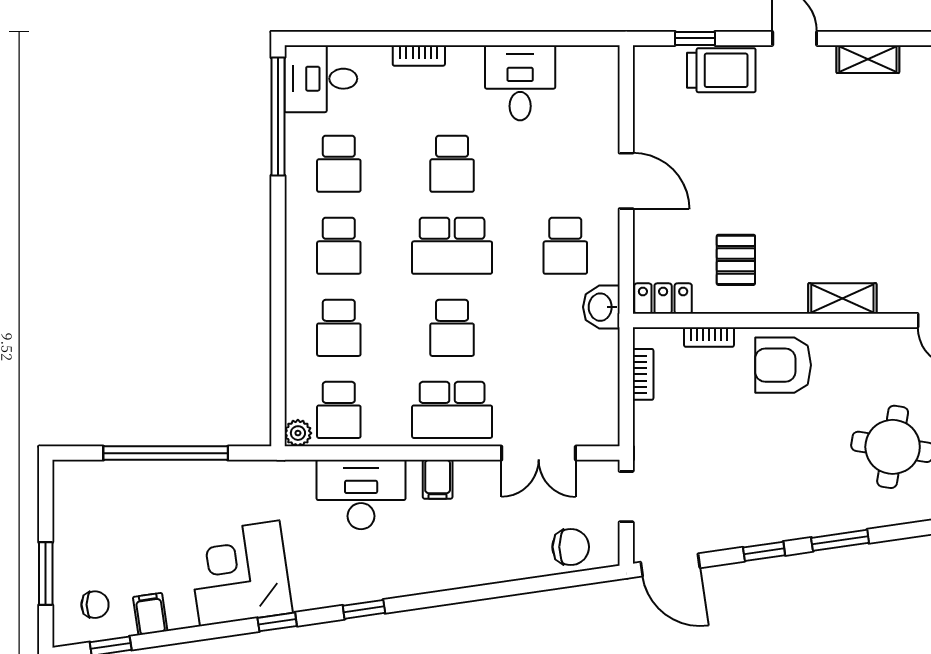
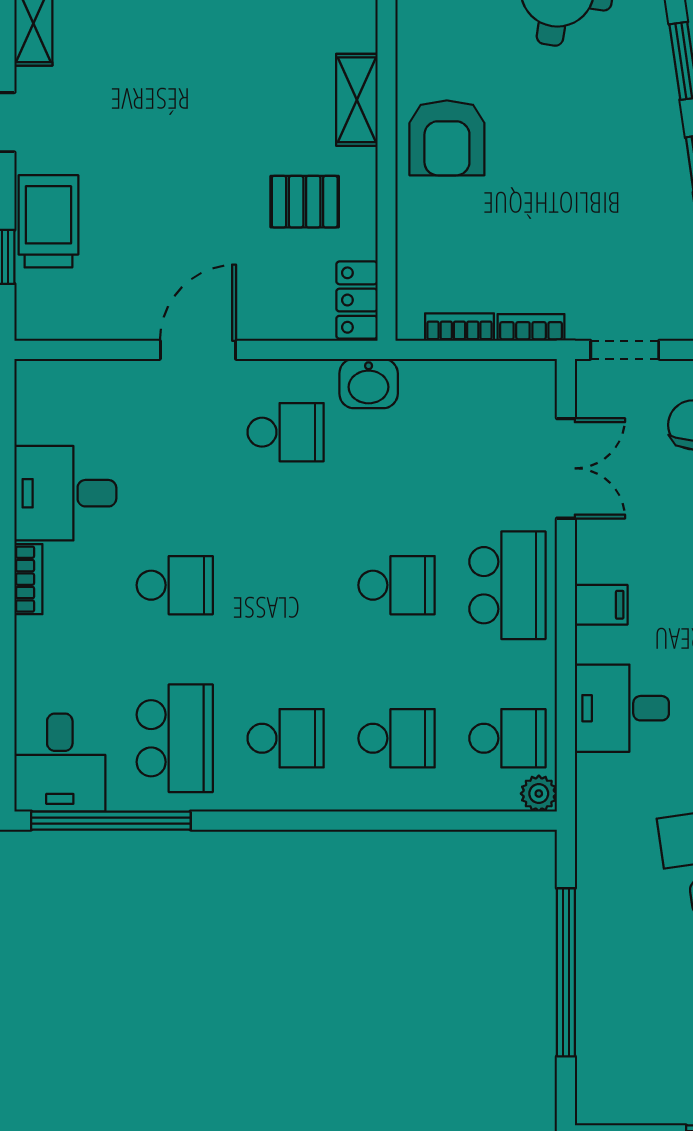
bookcase: (419, 55) -> (28, 579), moved
school desk: (339, 164) -> (175, 738), width x1.85
school desk: (452, 246) -> (286, 585), removed
shelving: (842, 298) -> (357, 100), moved
bookcase: (709, 337) -> (531, 327), moved, turned -90
desk: (361, 495) -> (622, 708), width x0.73

